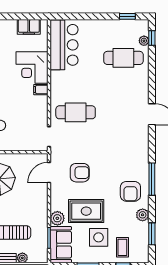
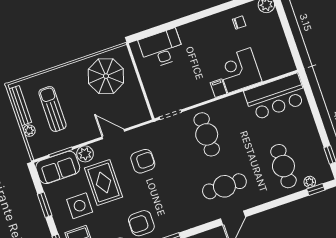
filing cabinet: (29, 27) -> (282, 52), removed
cafe table: (123, 112) -> (224, 186), added
door: (49, 173) -> (113, 134), moved
armchair: (80, 173) -> (143, 161), turned -90

